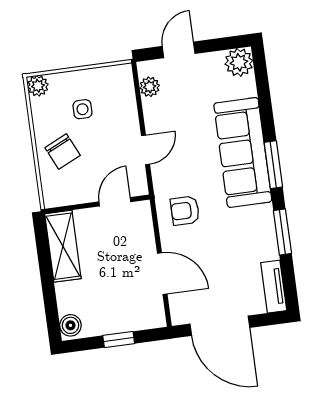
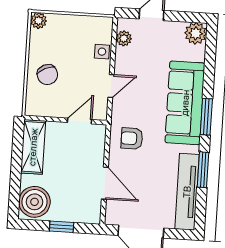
side table: (82, 109) -> (102, 52), moved
tv unit: (274, 287) -> (187, 192), width x1.92, depth x1.29
boiler: (70, 325) -> (35, 202), width x1.86, depth x1.86

